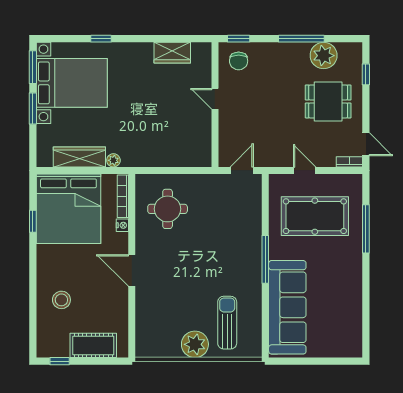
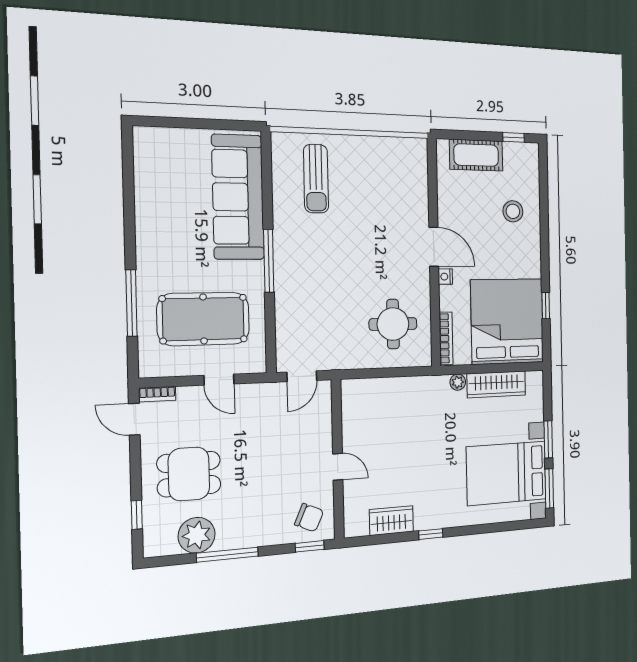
window: (101, 39) -> (431, 534), moved
chair: (239, 61) -> (309, 518), turned 114
nightstand: (122, 225) -> (445, 277), moved
plant: (195, 344) -> (356, 152), removed

